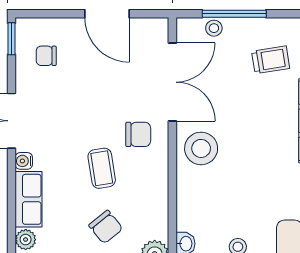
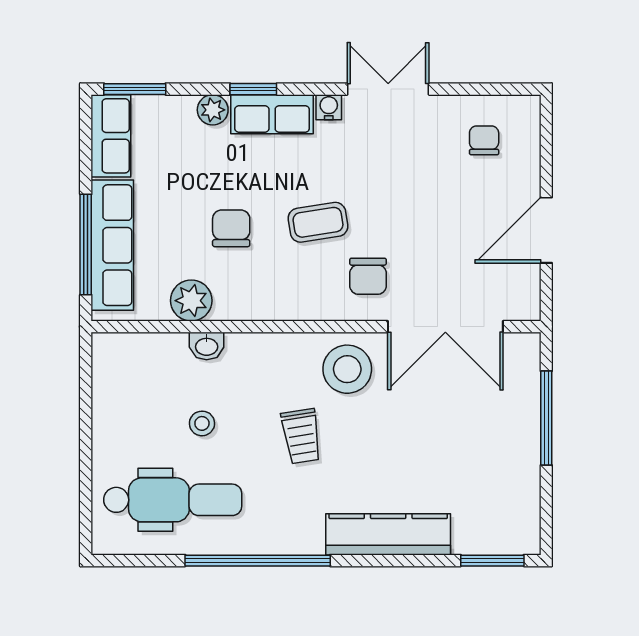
stool: (214, 28) -> (525, 388), removed
window: (12, 39) -> (253, 89), moved
trolley: (271, 60) -> (301, 436), moved
chair: (106, 227) -> (231, 228), turned 129

